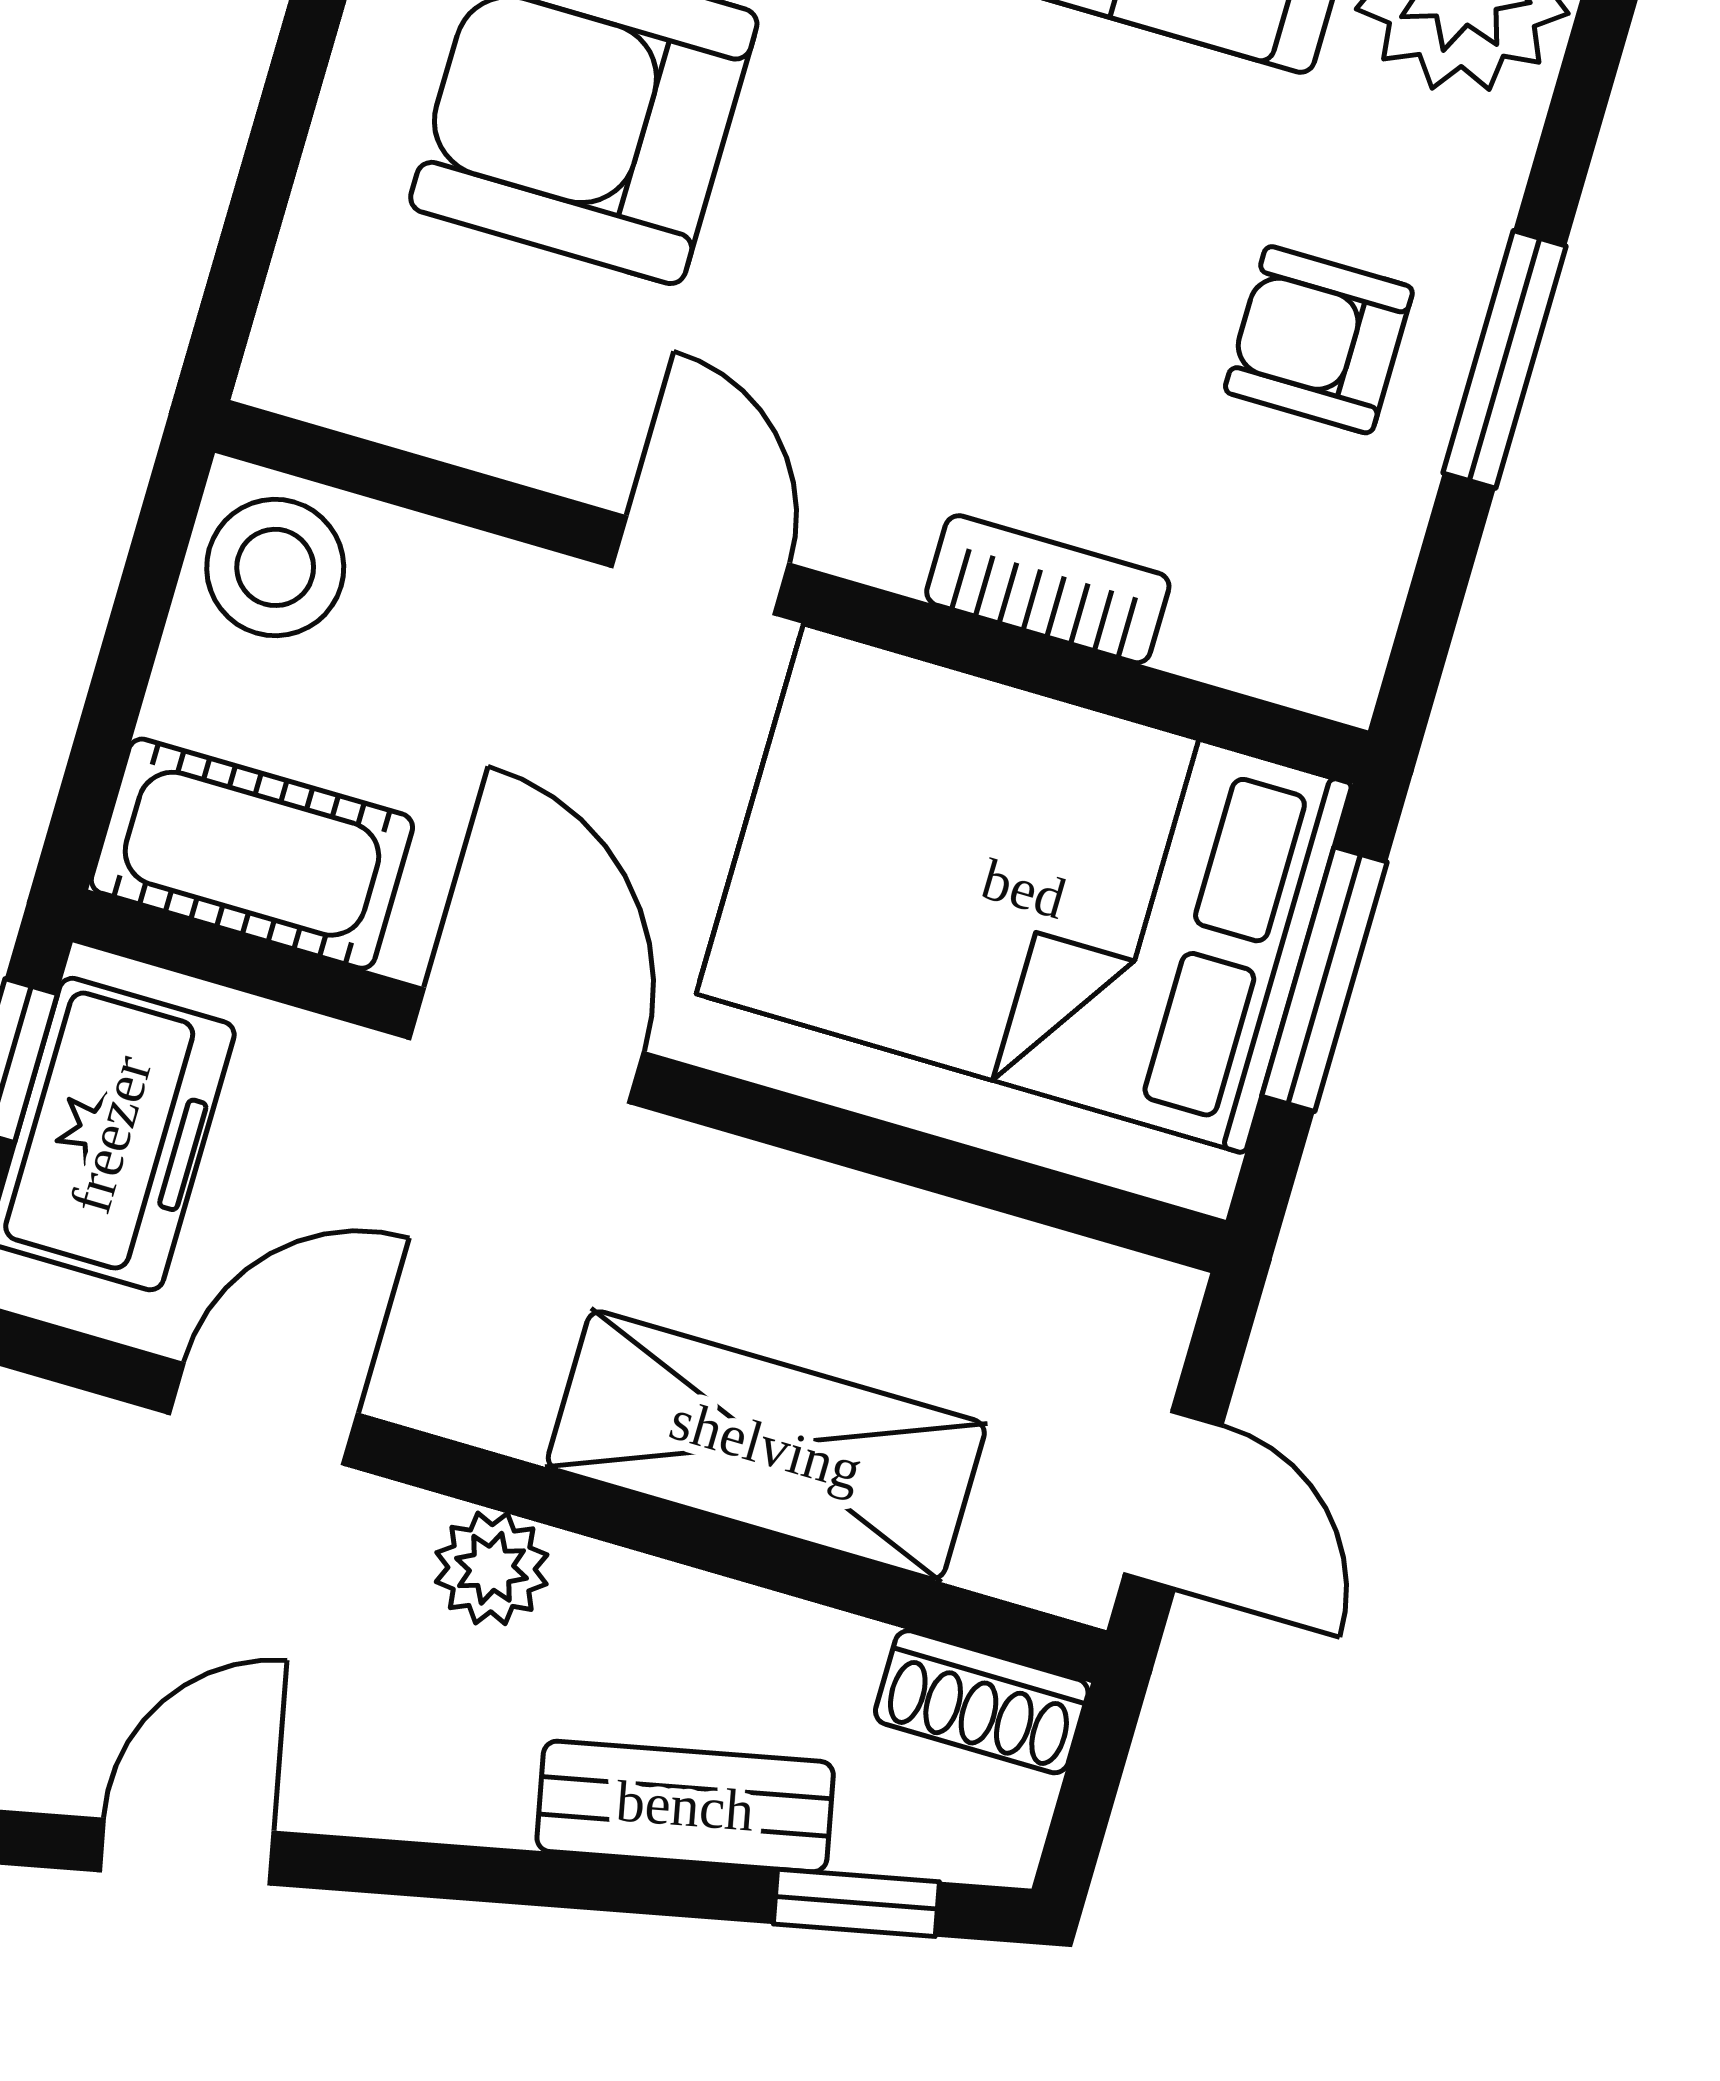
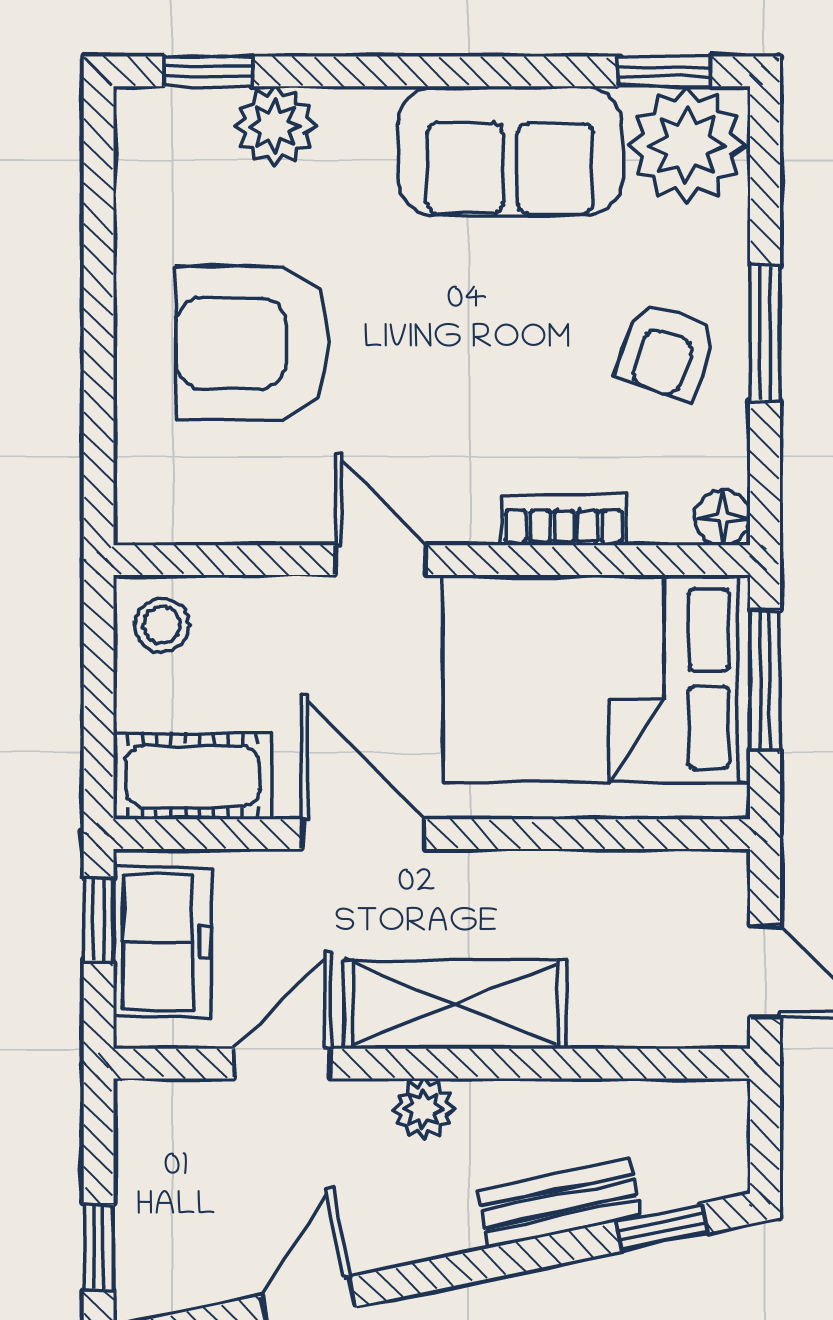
armchair: (1319, 340) -> (666, 351), turned -71
stool: (275, 567) -> (162, 625), width x0.73, depth x0.73
floor lamp: (1333, 667) -> (723, 518), added
shelving: (766, 1445) -> (455, 1004), moved
shoe rack: (982, 1702) -> (696, 1105), removed

